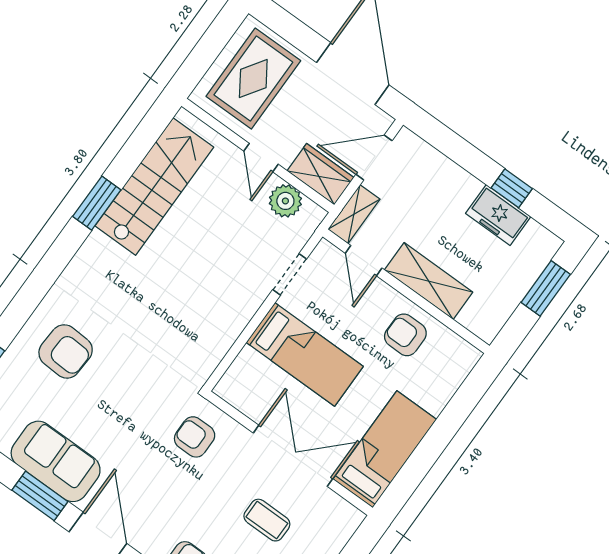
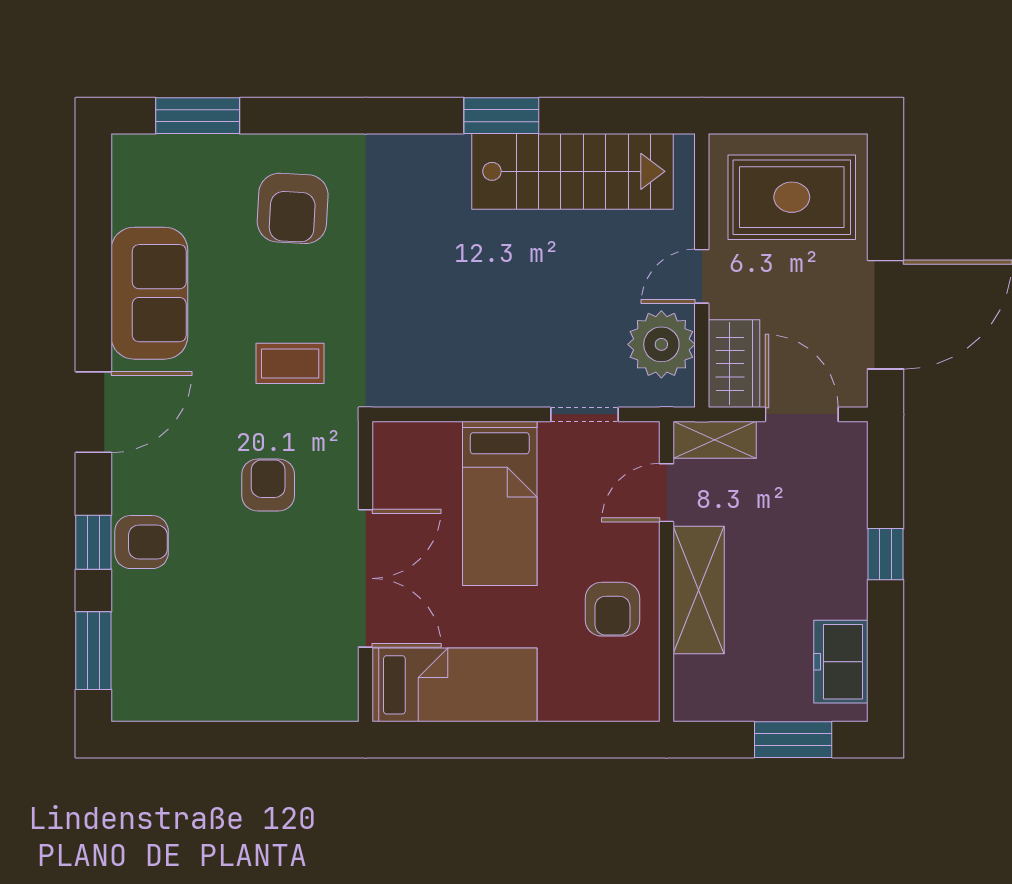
window: (512, 188) -> (885, 554), moved
plant: (285, 201) -> (661, 344), width x1.36, depth x1.36
freezer: (498, 215) -> (841, 662), moved
armchair: (405, 335) -> (612, 609), turned 180
armchair: (195, 437) -> (268, 485), moved
window: (40, 496) -> (93, 304), removed
coffee table: (267, 520) -> (290, 363), moved, turned 90

